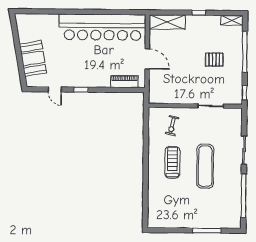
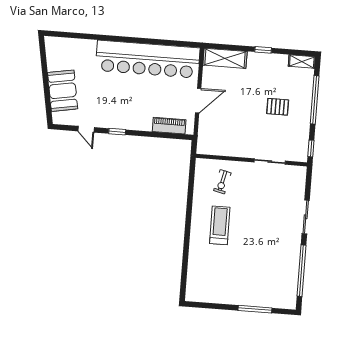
door: (147, 59) -> (198, 101), hinge flipped
exercise mat: (205, 166) -> (258, 233), removed

